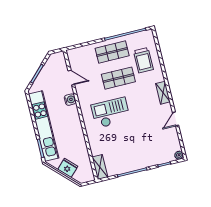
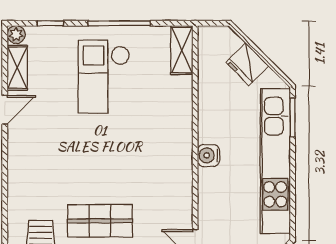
shelving: (163, 93) -> (17, 68), moved
water cooler: (70, 100) -> (208, 155), moved
checkout: (111, 113) -> (104, 77), moved, turned 90

